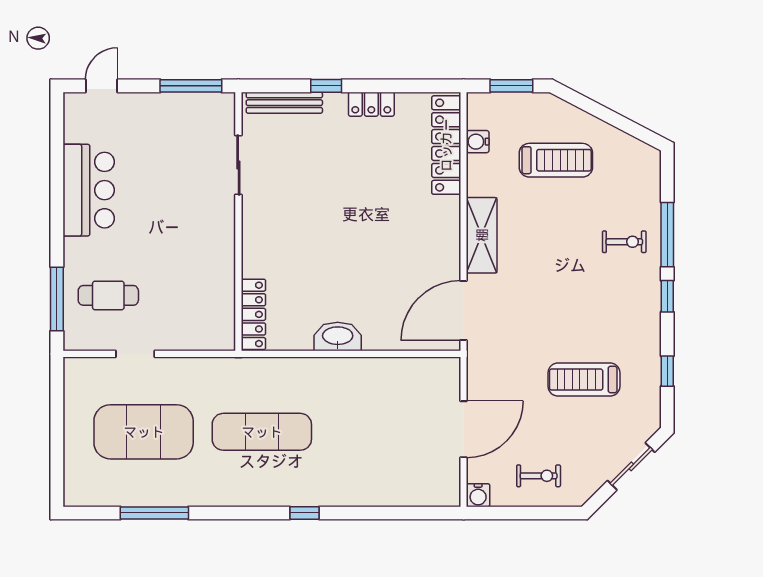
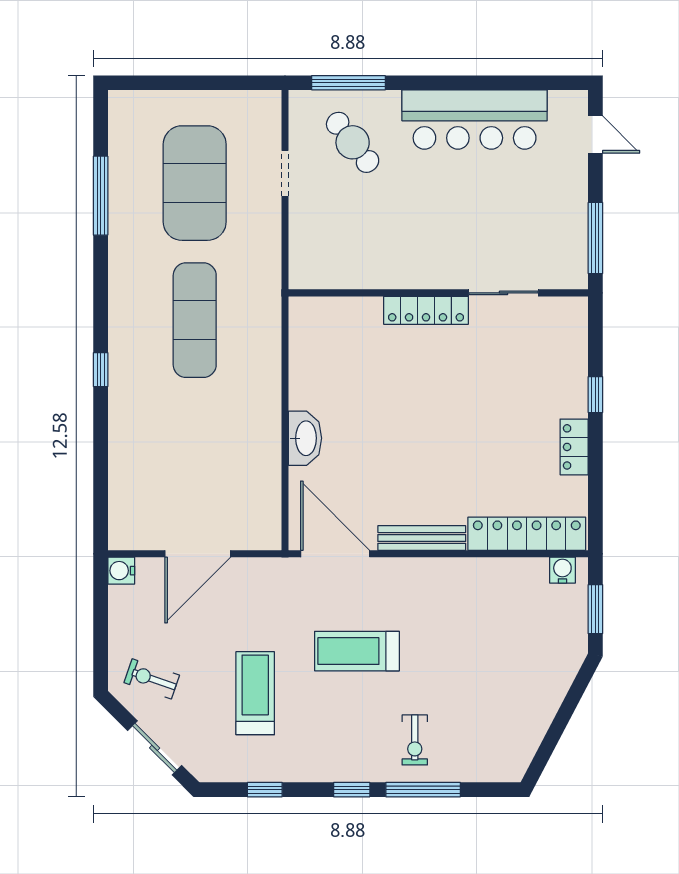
bench: (284, 103) -> (422, 538), moved, turned 90
water cooler: (478, 142) -> (562, 570), moved
treadmill: (556, 160) -> (357, 651), moved, turned 90
bar counter: (89, 190) -> (475, 120), width x1.36
shelving: (482, 235) -> (422, 575), removed
cafe table: (108, 295) -> (353, 142), turned -38
locker: (253, 314) -> (426, 310), moved
washbasin: (338, 337) -> (305, 438), moved
door: (464, 429) -> (198, 554), hinge flipped
exercise bike: (539, 476) -> (152, 679), moved, turned 109

